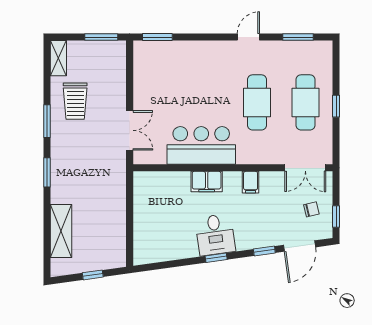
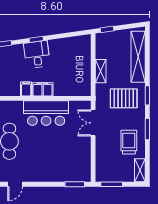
pallet: (83, 168) -> (124, 98), added
filing cabinet: (251, 182) -> (26, 89), moved
shelving: (118, 209) -> (101, 71), added
shelving: (61, 231) -> (138, 57), width x1.47
window: (93, 275) -> (107, 29), moved

